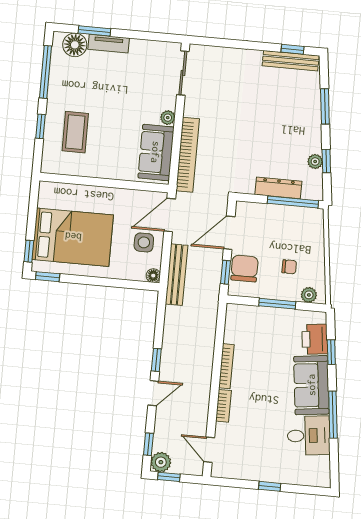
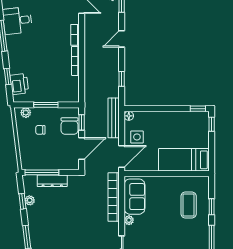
bed: (73, 237) -> (184, 160), moved, width x0.67
window: (156, 360) -> (122, 79), moved
sofa: (311, 385) -> (19, 54), removed

